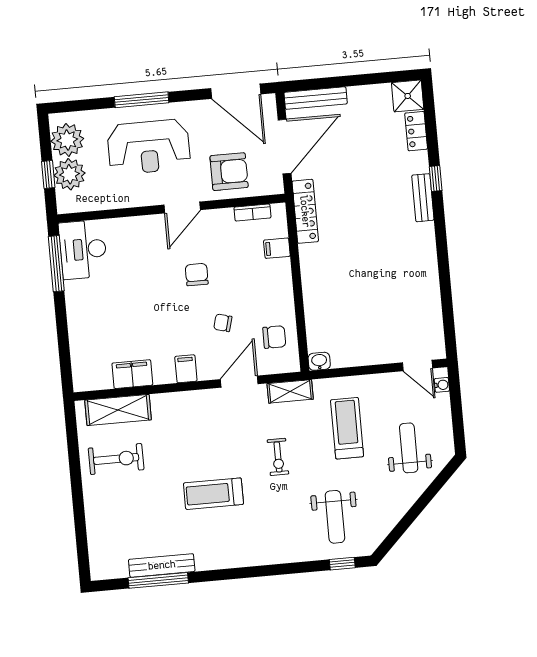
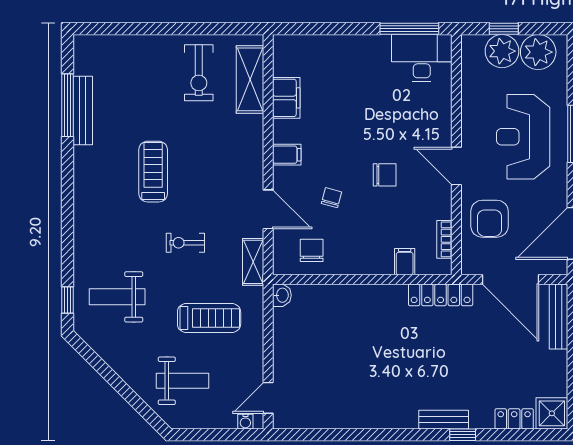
chair: (274, 337) -> (312, 250), turned 180

